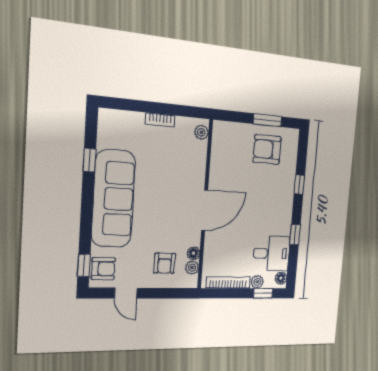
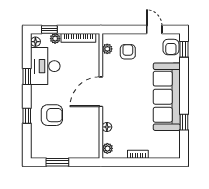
armchair: (267, 149) -> (52, 115), moved
floor lamp: (194, 253) -> (107, 127), moved
desk: (271, 253) -> (45, 66), width x1.37
armchair: (103, 269) -> (171, 47), turned -90

